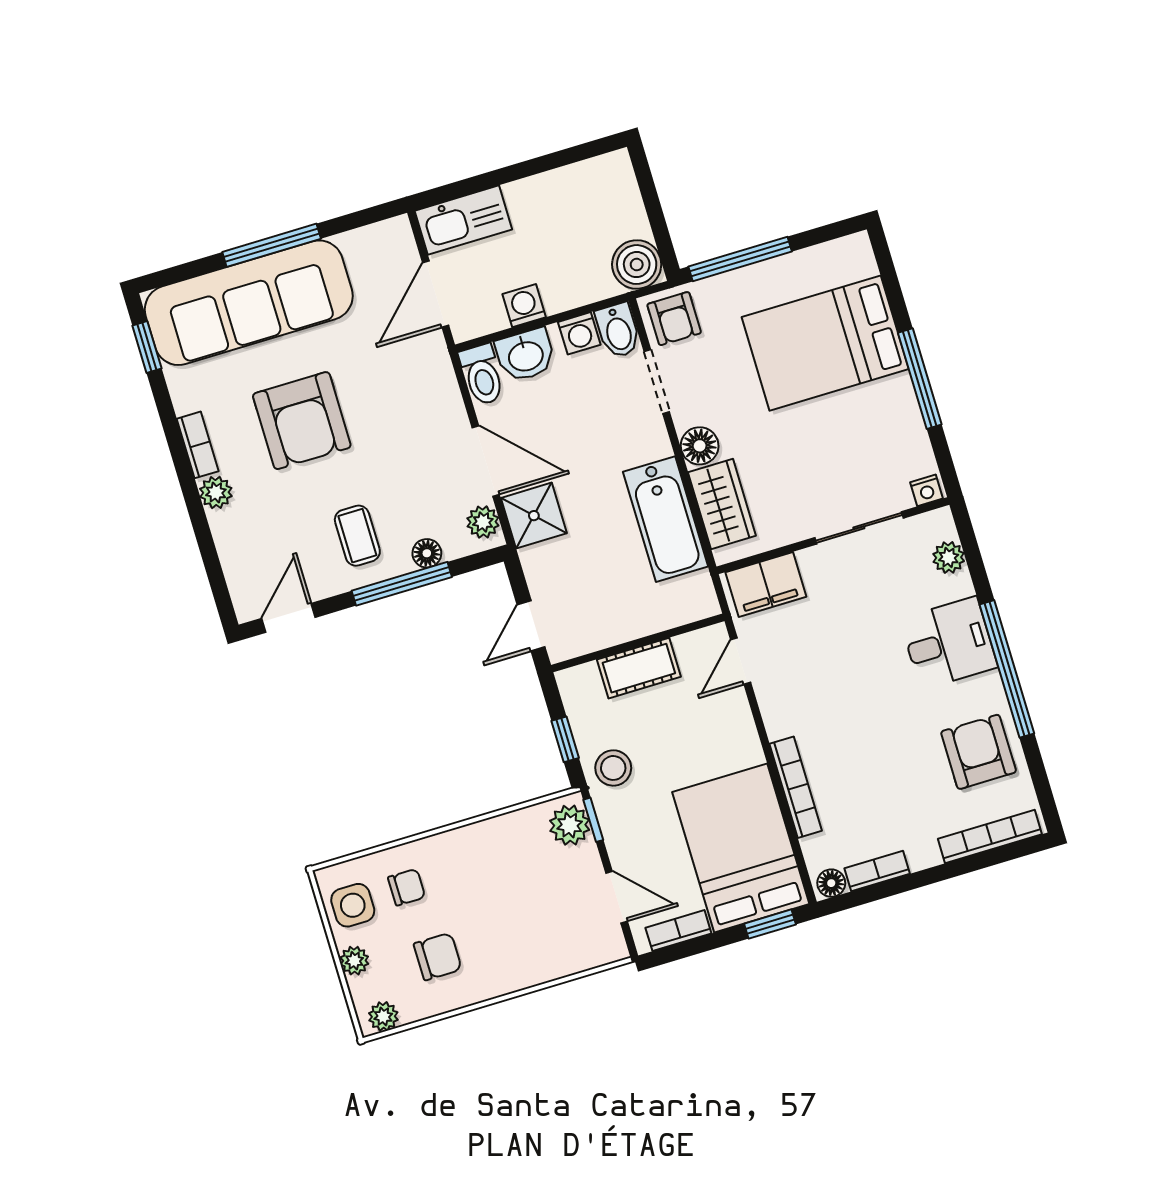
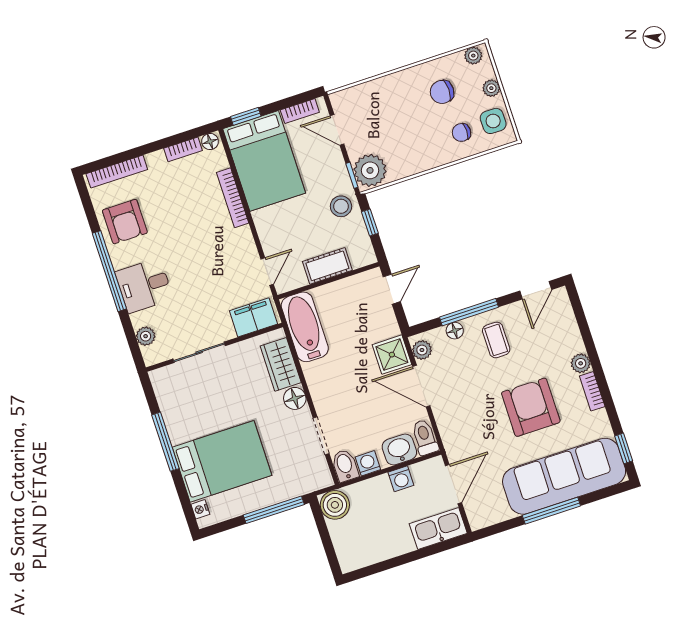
armchair: (674, 319) -> (312, 473), removed
nightstand: (927, 490) -> (200, 509), moved, turned -90
bathtub: (666, 519) -> (305, 327), moved
plant: (570, 825) -> (370, 170), width x1.36, depth x1.36

